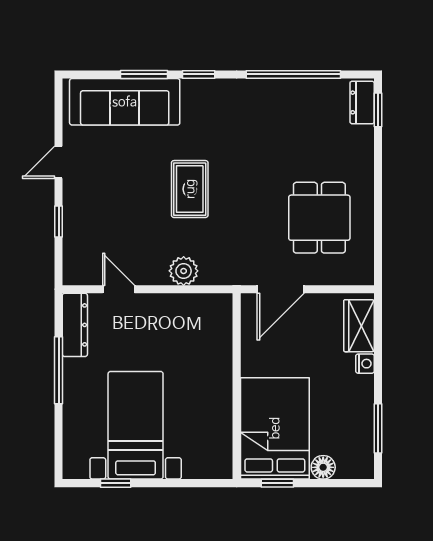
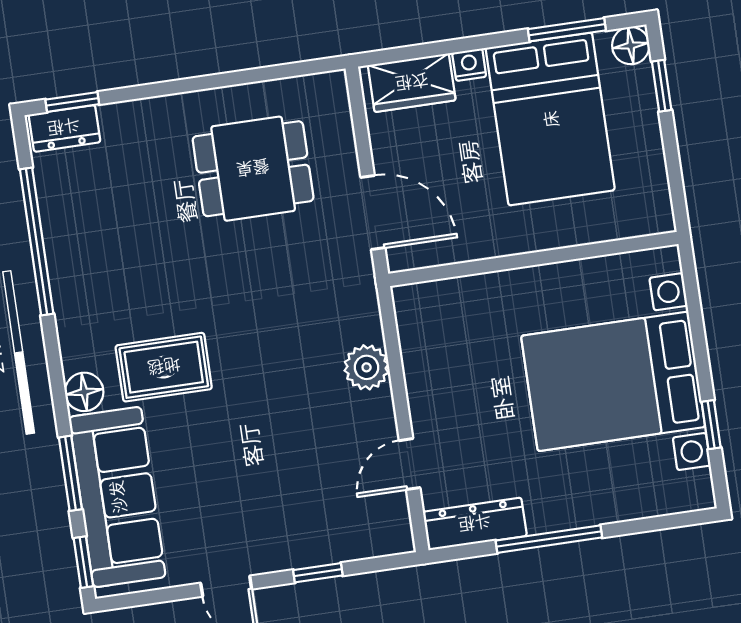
window: (199, 74) -> (83, 562), moved
floor lamp: (194, 91) -> (84, 392), added
rug: (190, 189) -> (164, 367), moved
bed with nightstands: (136, 425) -> (613, 381), width x1.36
bed: (275, 428) -> (550, 119), moved, turned -90
floor lamp: (323, 467) -> (631, 46), moved
window: (277, 483) -> (662, 86), moved

